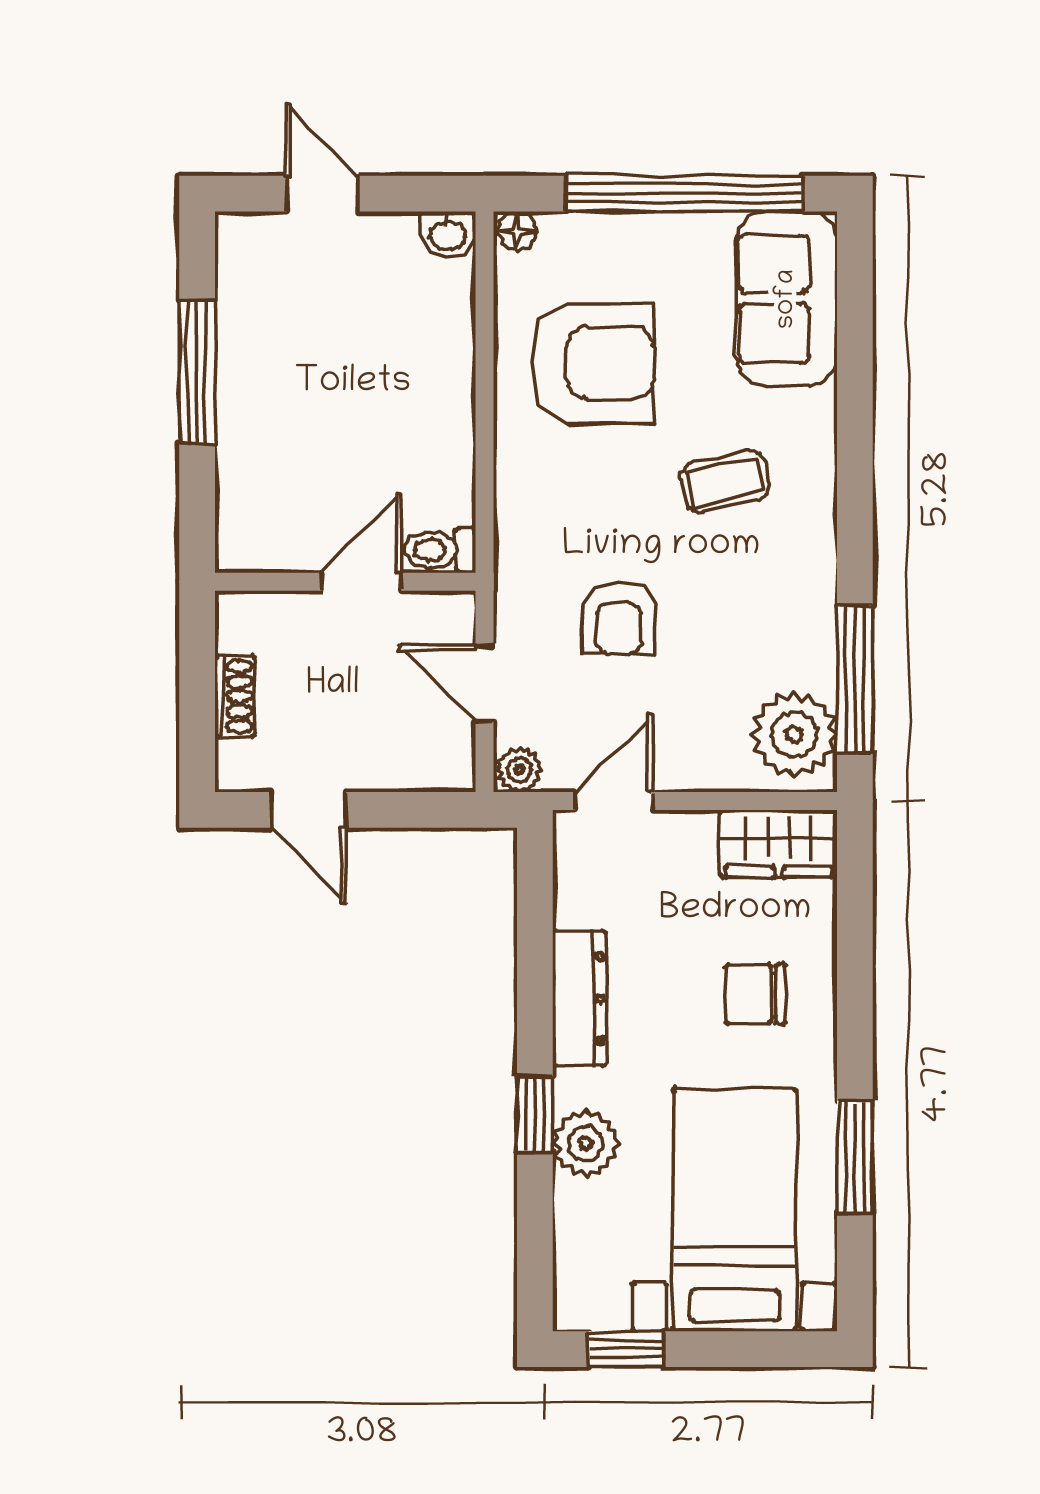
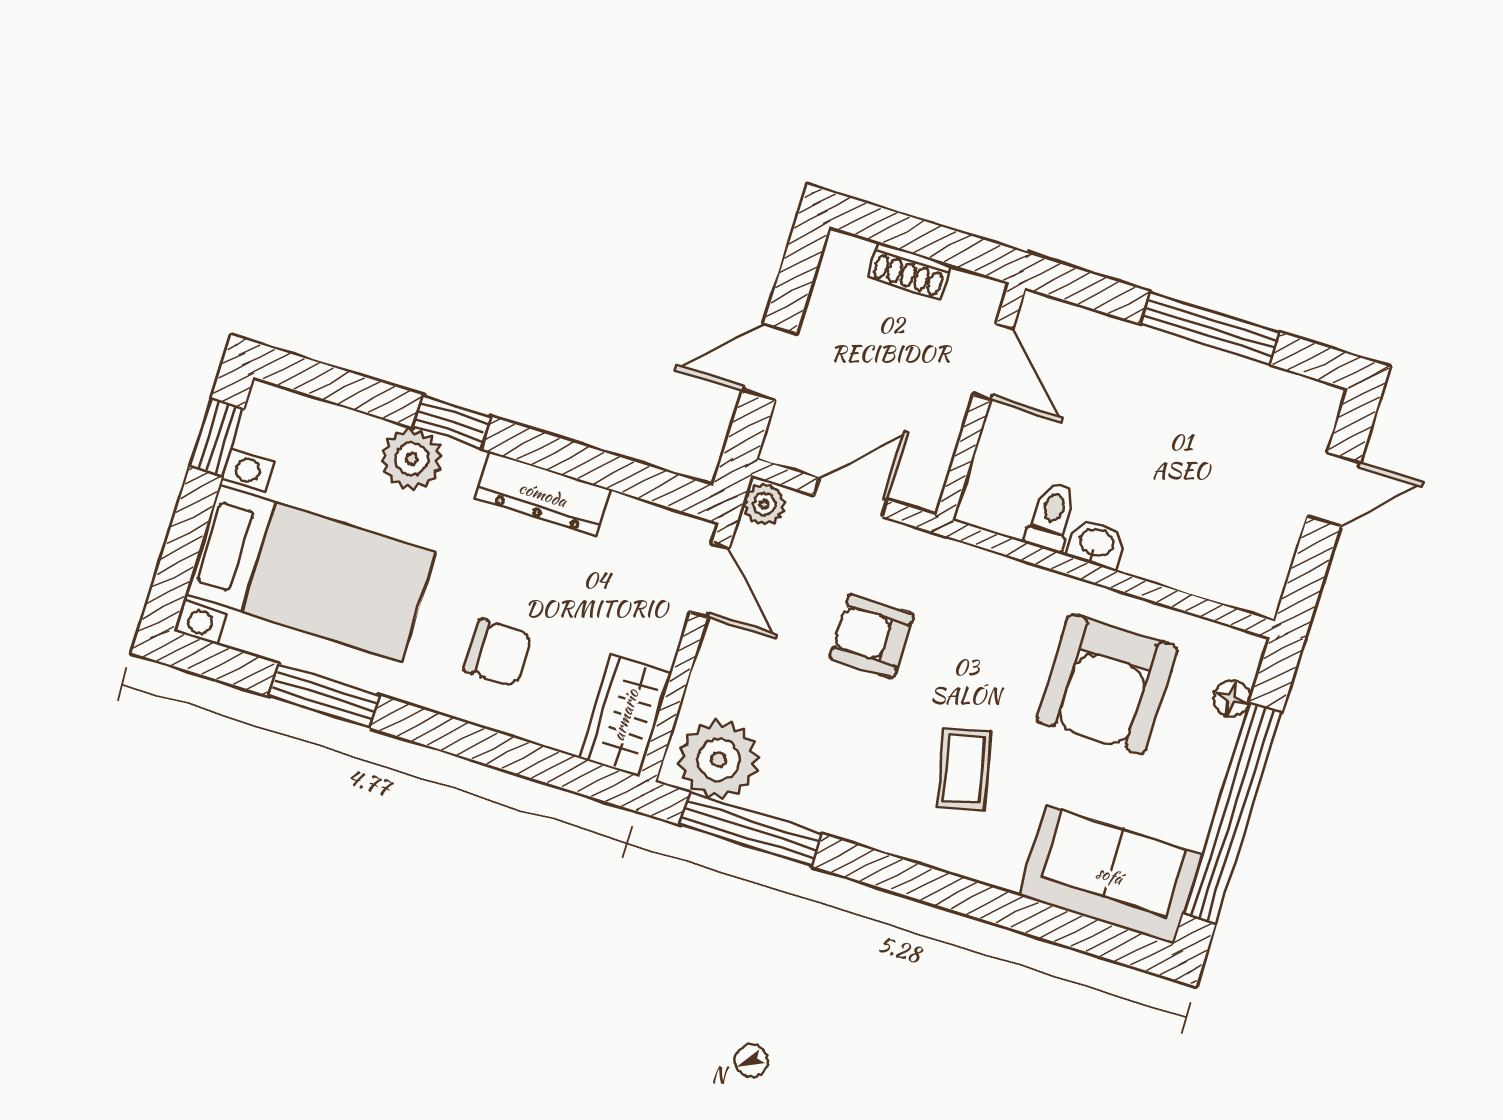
floor lamp: (517, 231) -> (1232, 698), moved
washbasin: (448, 234) -> (1096, 544), moved, turned 90
toilet: (440, 550) -> (1051, 517), moved
door: (361, 582) -> (993, 362), moved
door: (308, 810) -> (769, 362), moved
chair: (756, 994) -> (498, 653), turned 90

